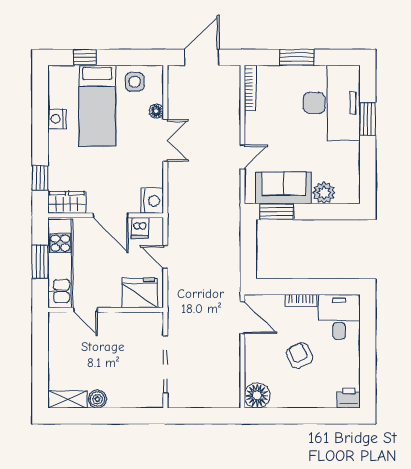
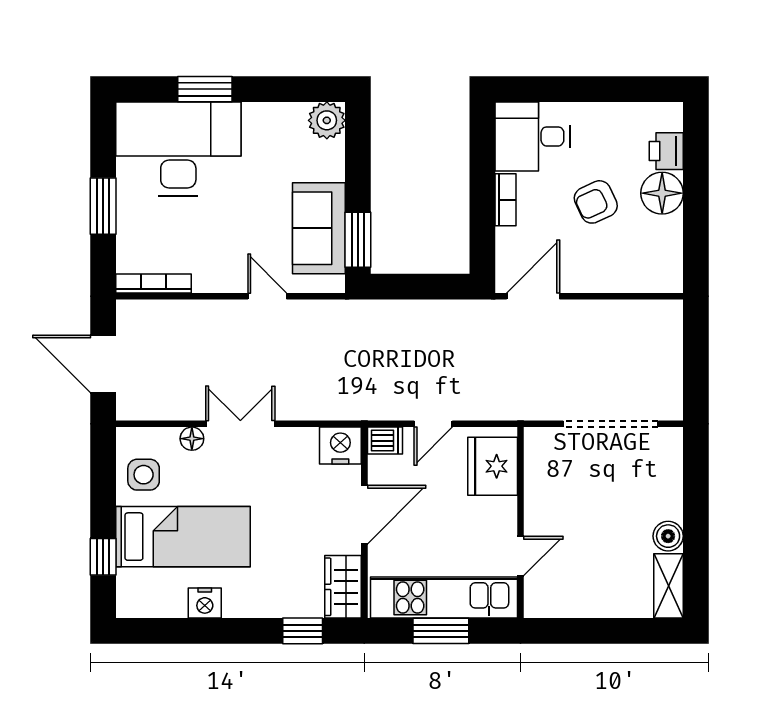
plant: (324, 193) -> (327, 120), moved
dishwasher: (140, 228) -> (385, 441), moved
floor lamp: (257, 395) -> (662, 193), moved
printer: (349, 398) -> (666, 151), moved

